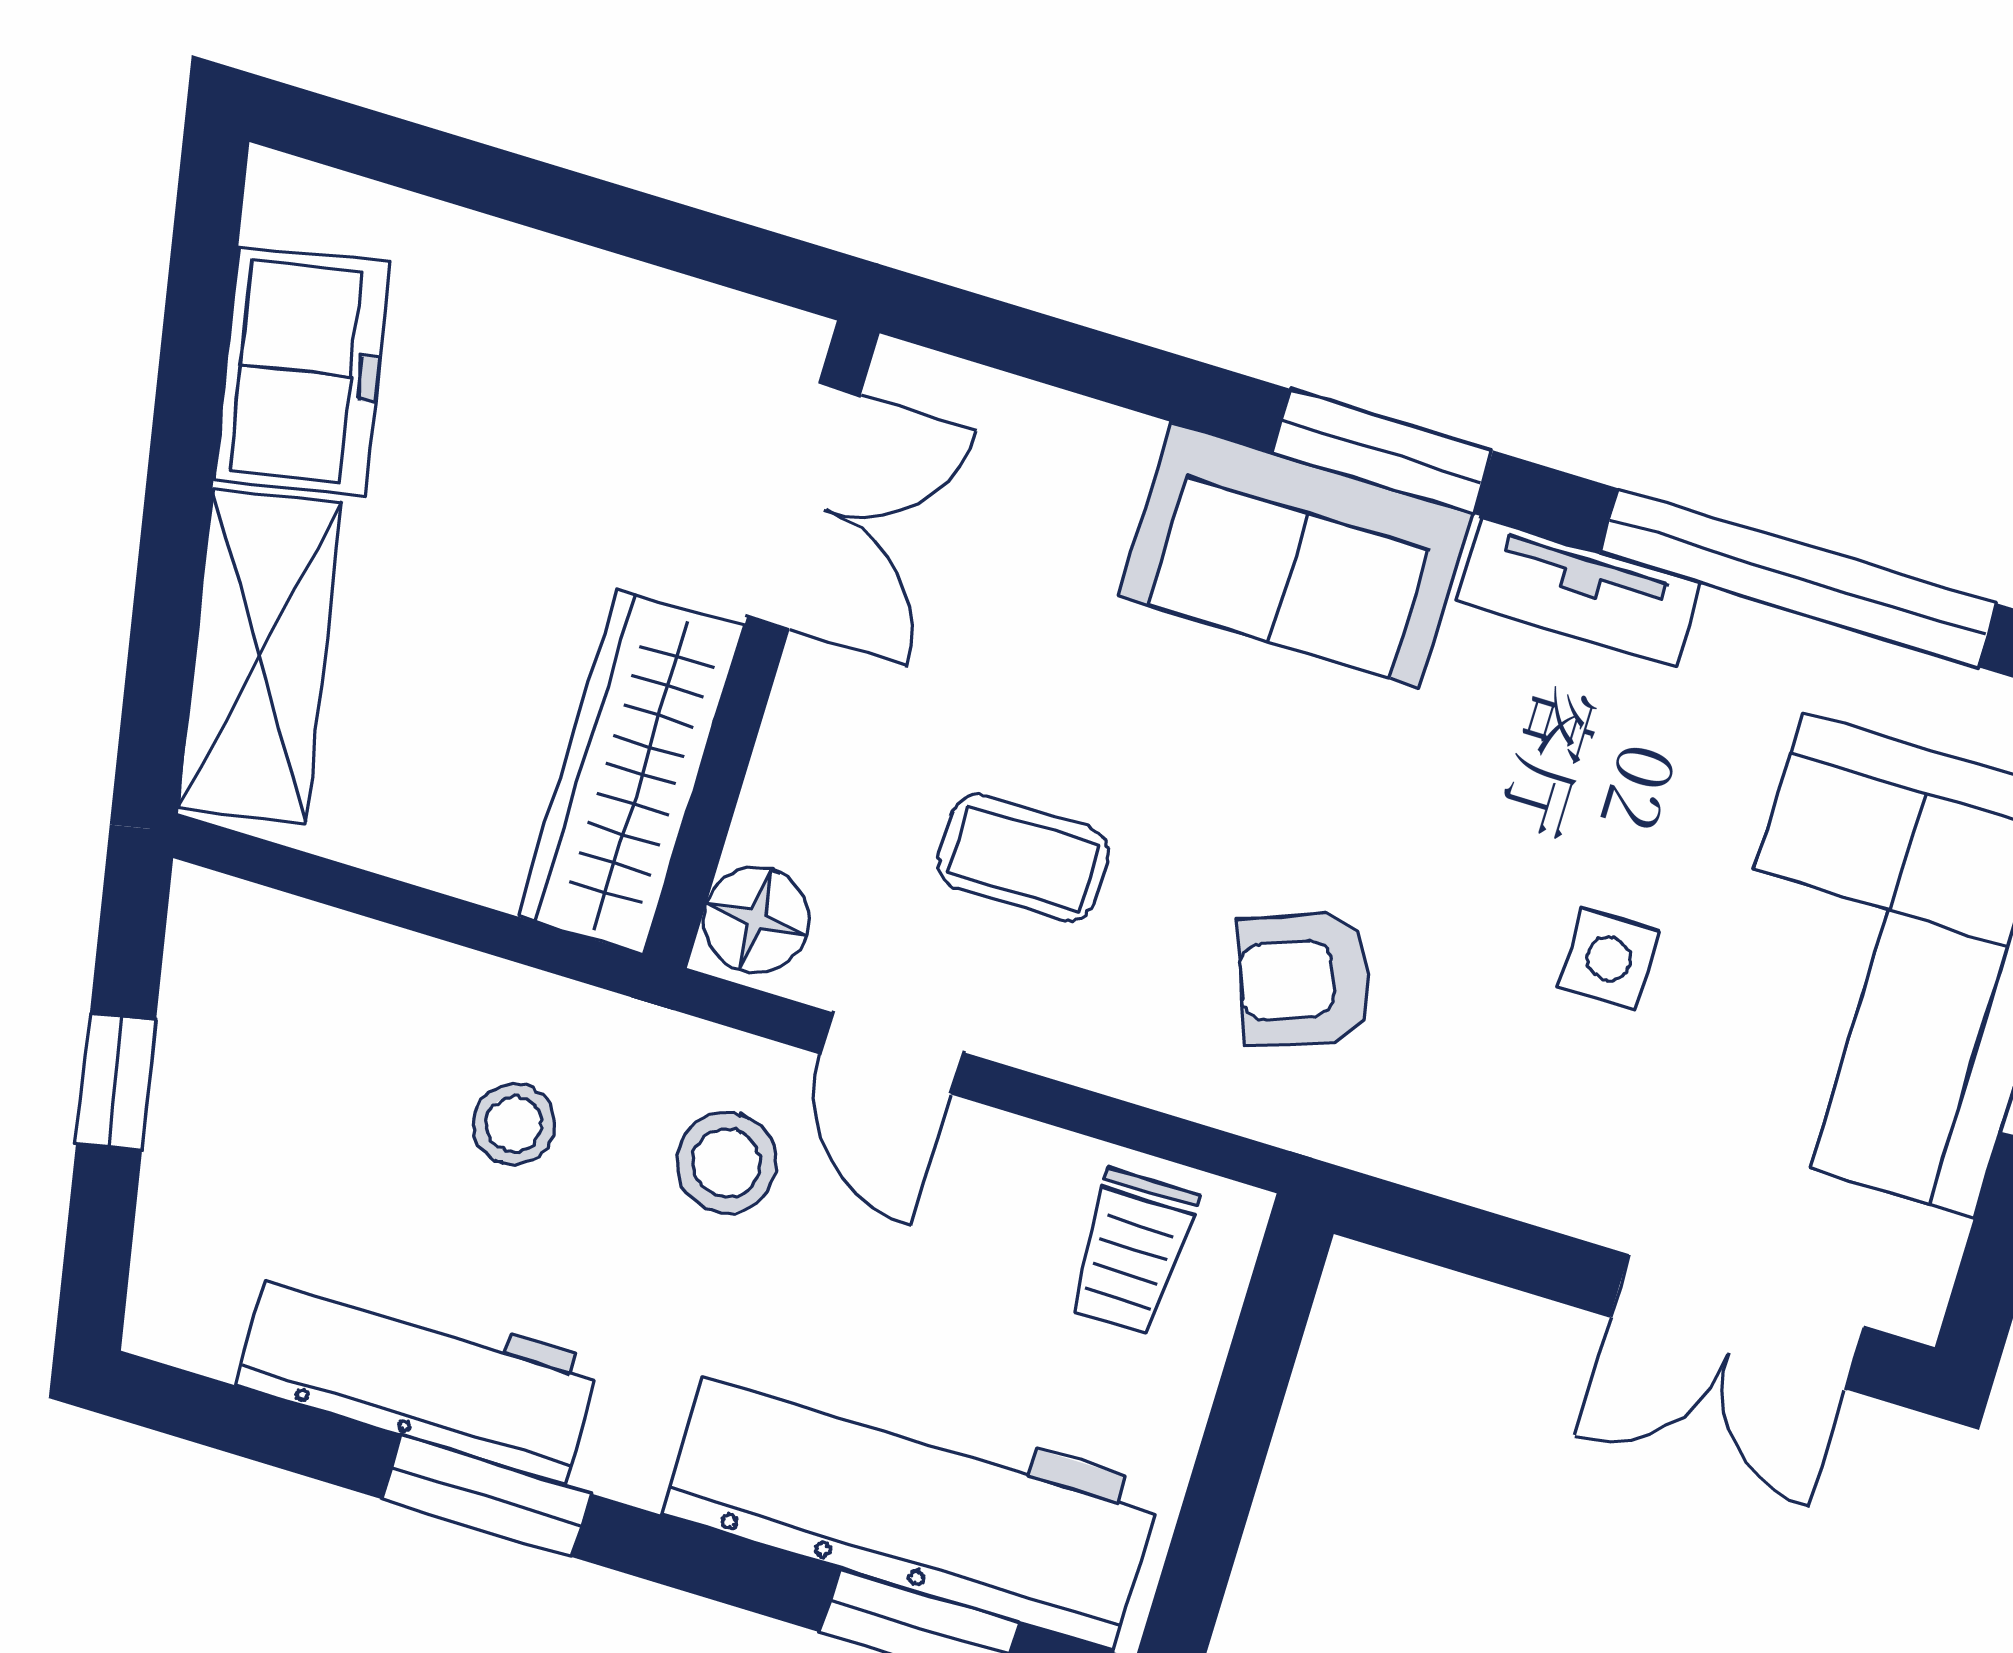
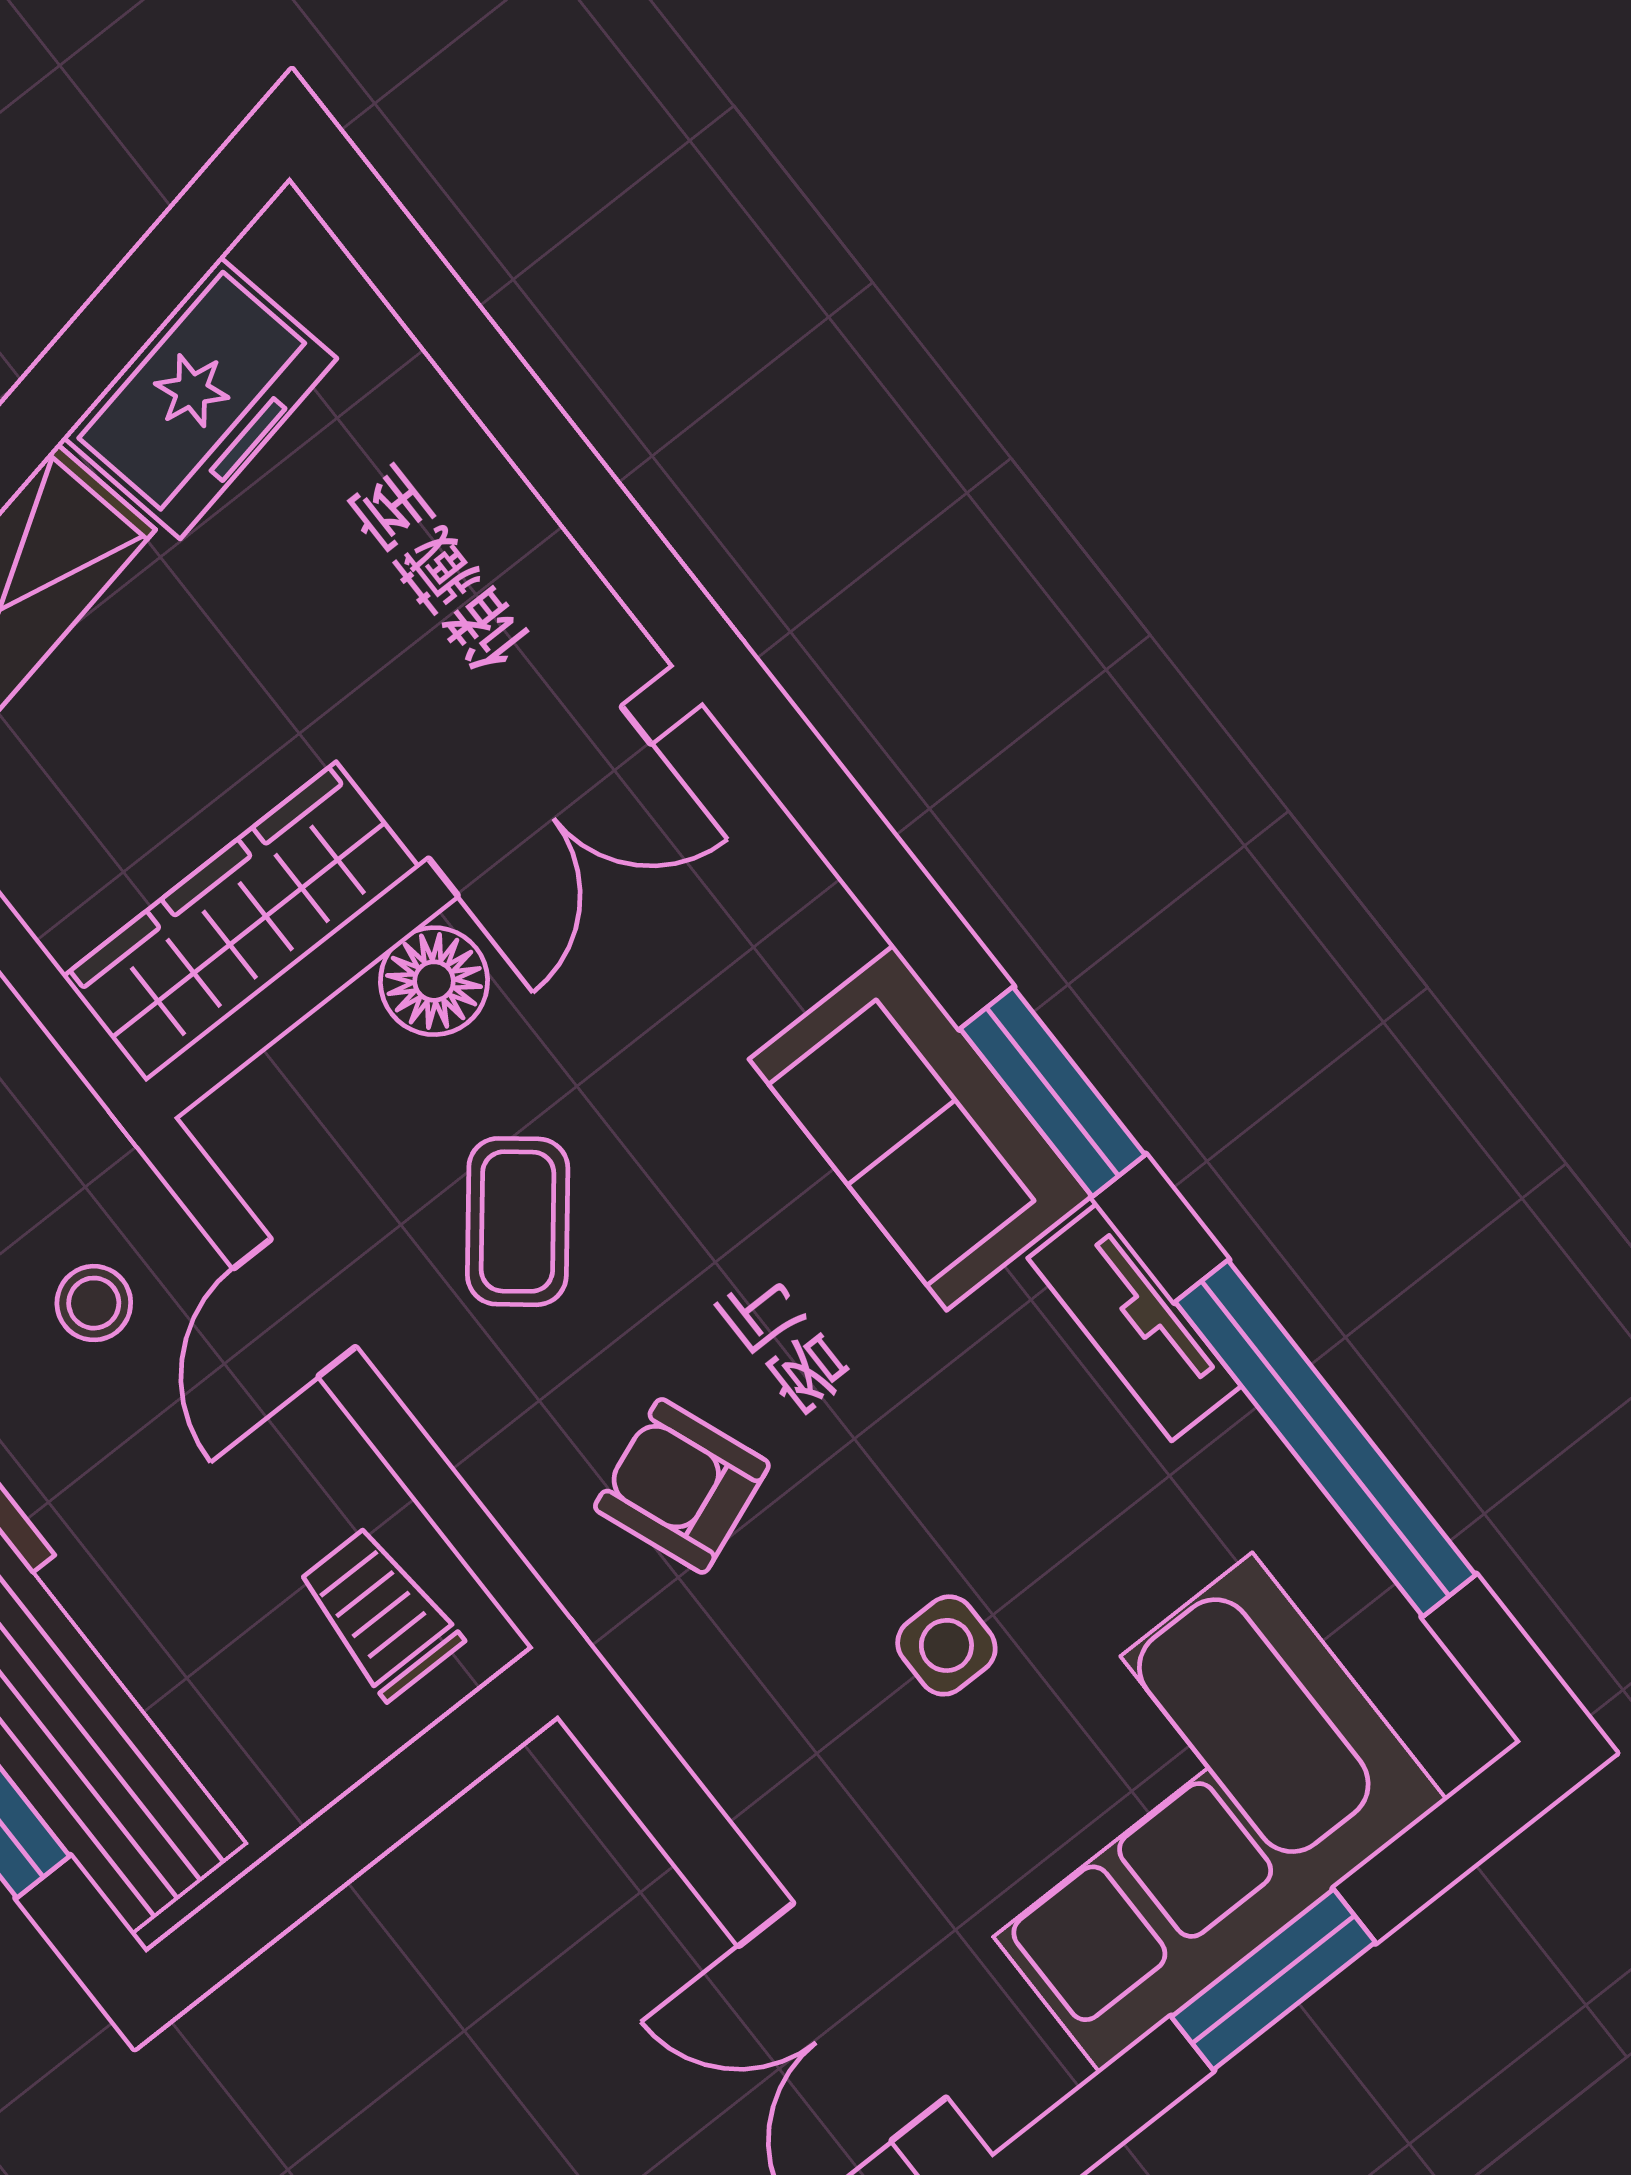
coffee table: (1023, 858) -> (518, 1222), turned 39
floor lamp: (756, 920) -> (434, 981), moved
stool: (727, 1163) -> (94, 1303), width x0.73, depth x0.73
trolley: (1132, 1252) -> (379, 1613), turned 90

